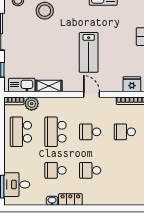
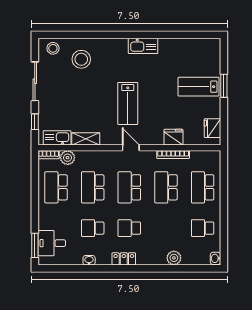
school desk: (90, 132) -> (129, 187), width x1.85
school desk: (125, 132) -> (166, 187), width x1.85
locker: (70, 199) -> (124, 259), moved
plant: (132, 199) -> (174, 258), added

